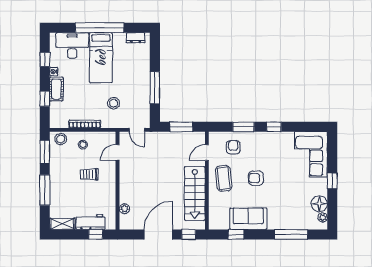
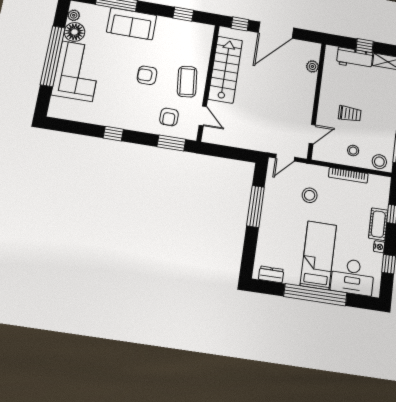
window: (181, 127) -> (229, 152), removed
window: (243, 127) -> (171, 143), moved
door: (137, 130) -> (285, 158), swing flipped
door: (207, 153) -> (203, 116), hinge flipped
corner sofa: (311, 154) -> (77, 71), moved
armchair: (256, 178) -> (147, 75), turned 180
window: (332, 181) -> (53, 56), width x3.17
sofa: (248, 219) -> (132, 24), moved
window: (96, 234) -> (365, 46), moved

